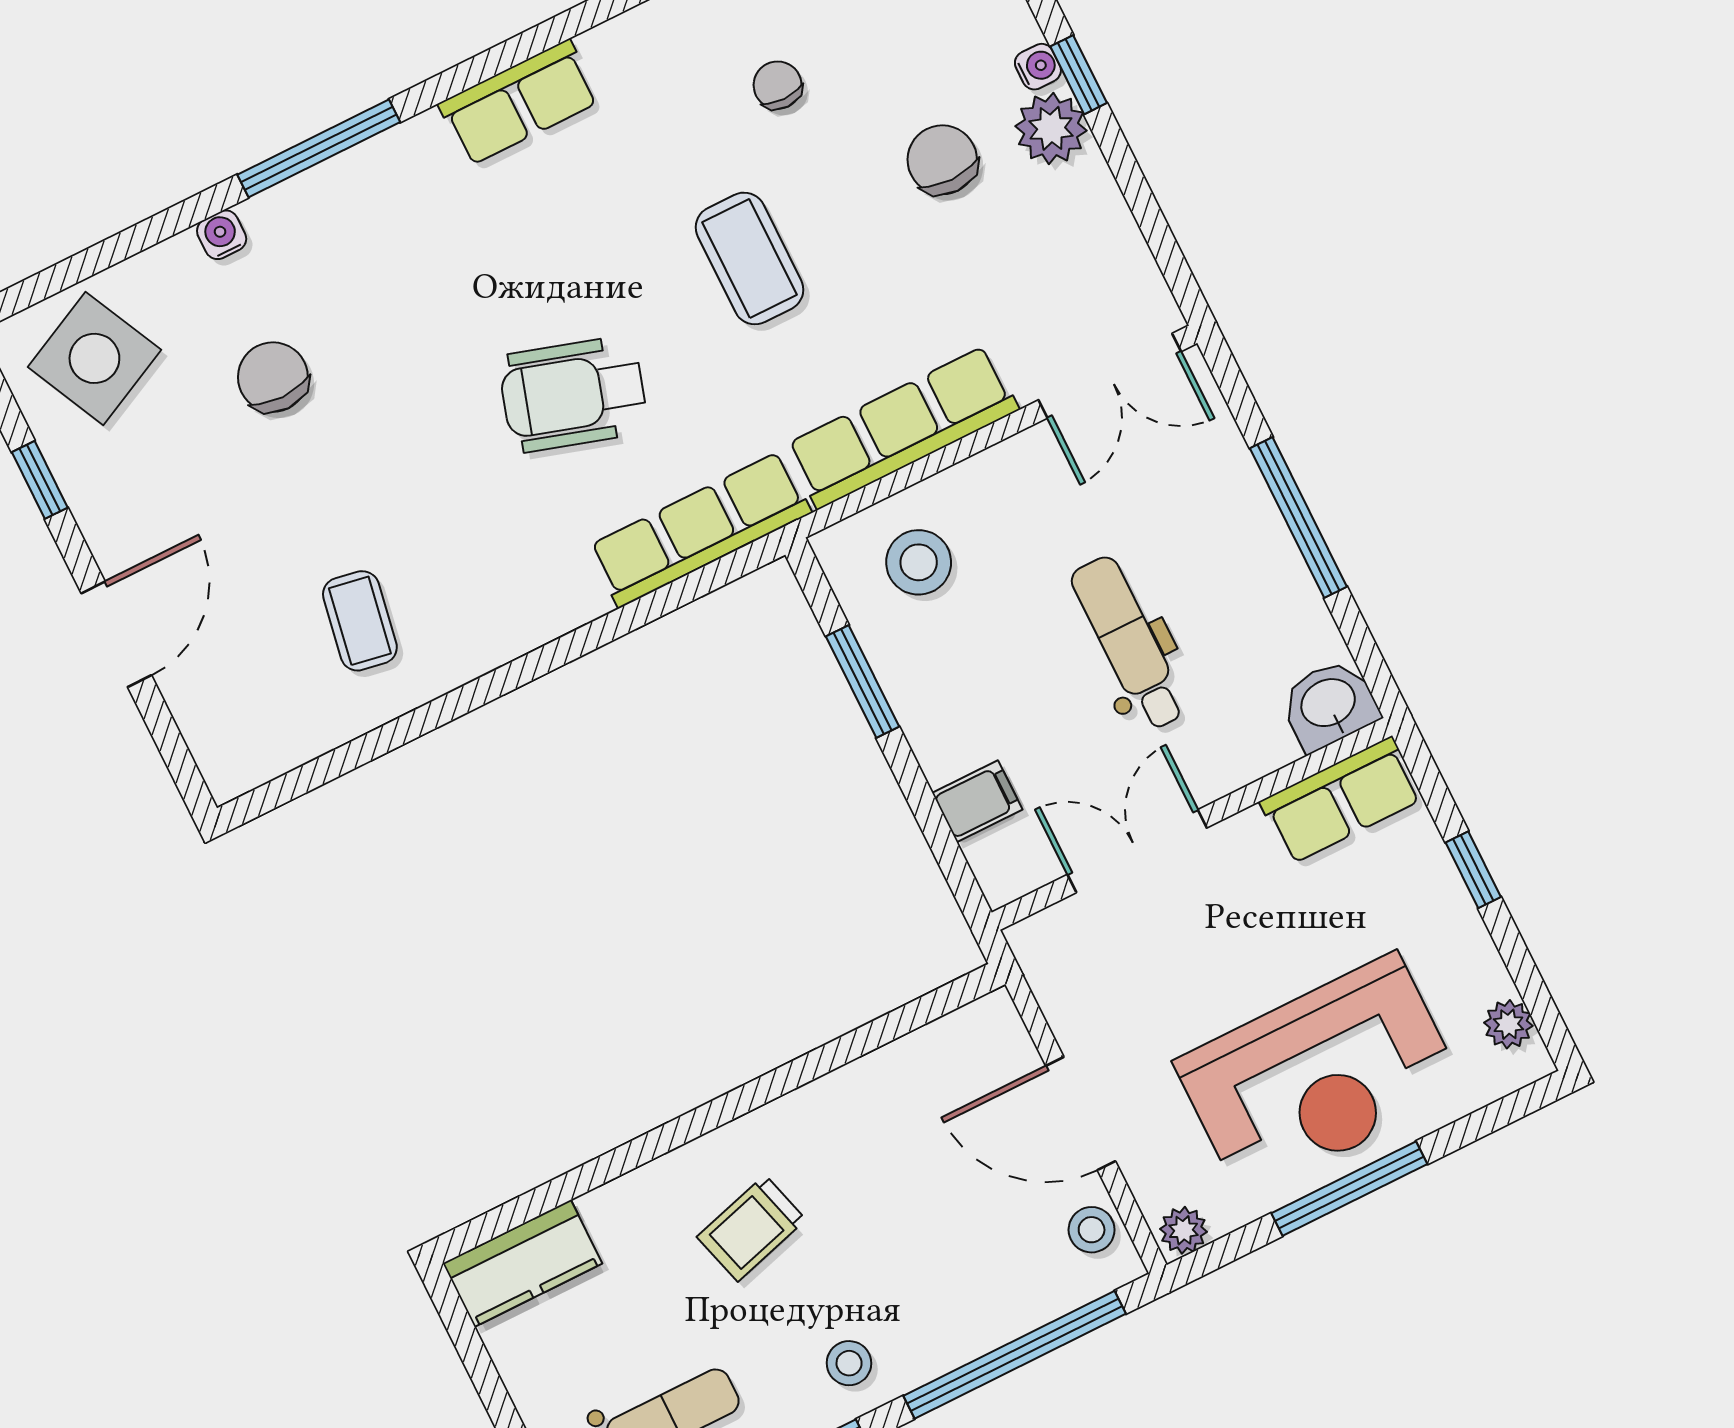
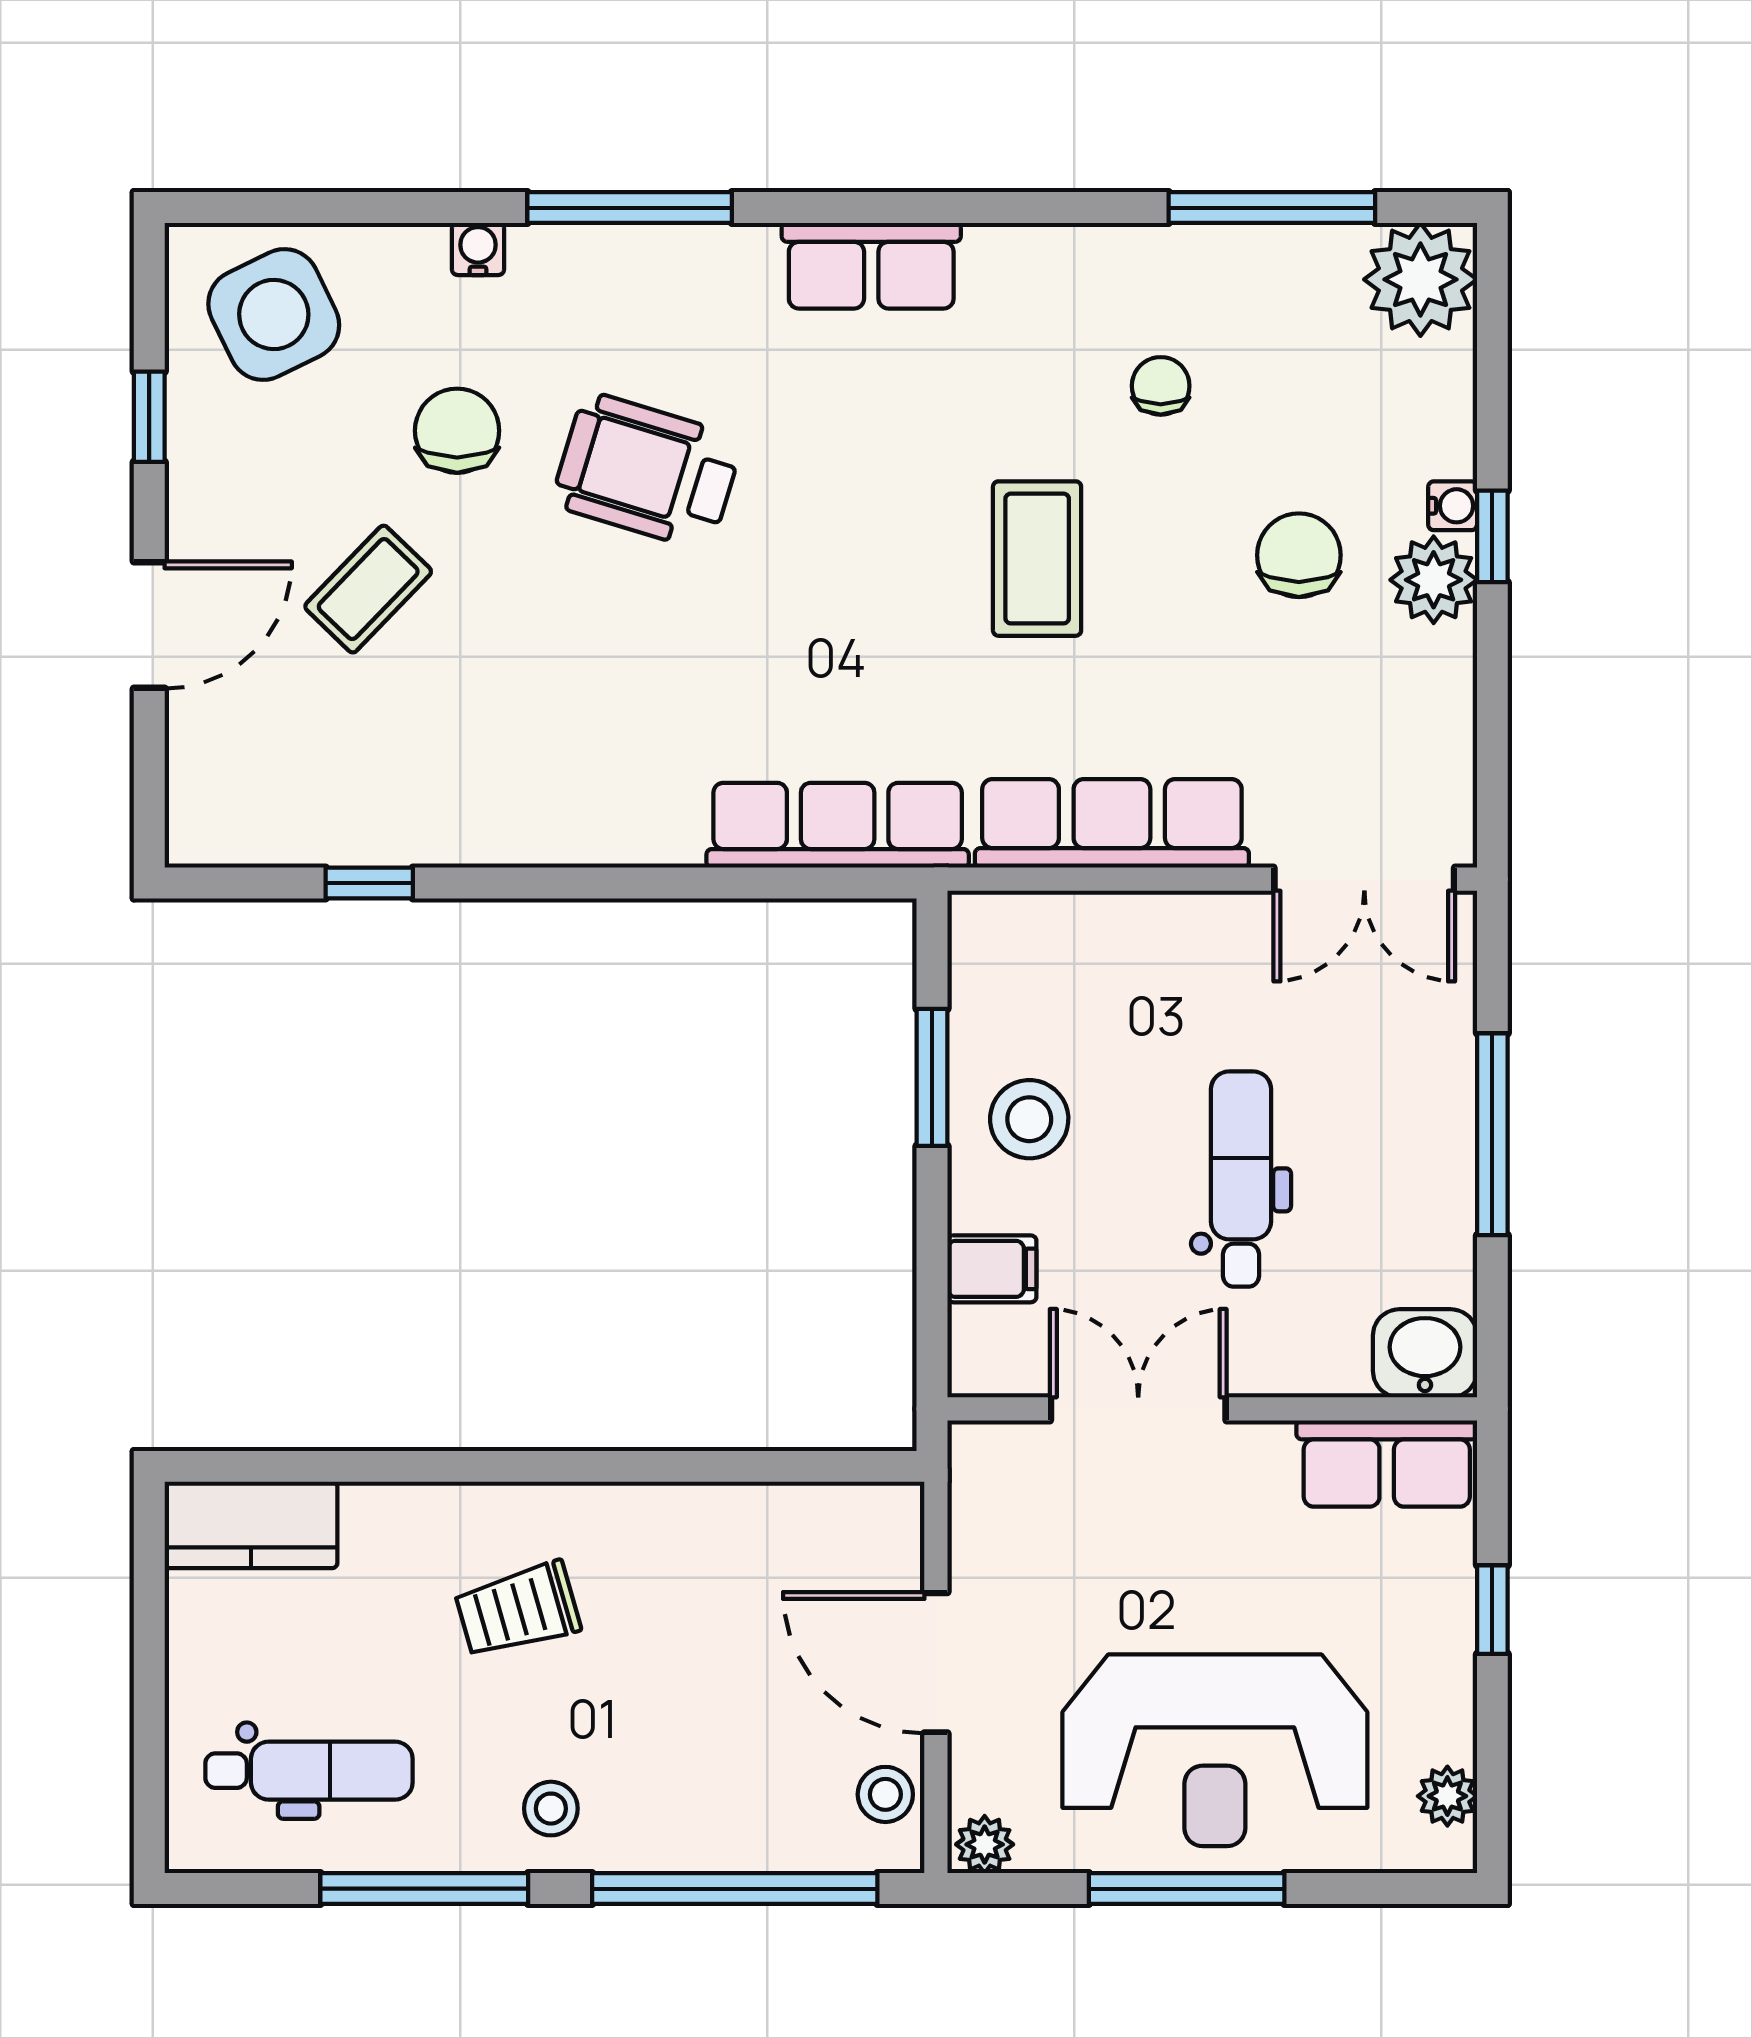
wheelchair: (573, 394) -> (647, 471), moved
stool: (919, 562) -> (1029, 1119), moved
coffee table: (360, 621) -> (368, 589), moved, turned 34
window: (374, 744) -> (369, 883), added

